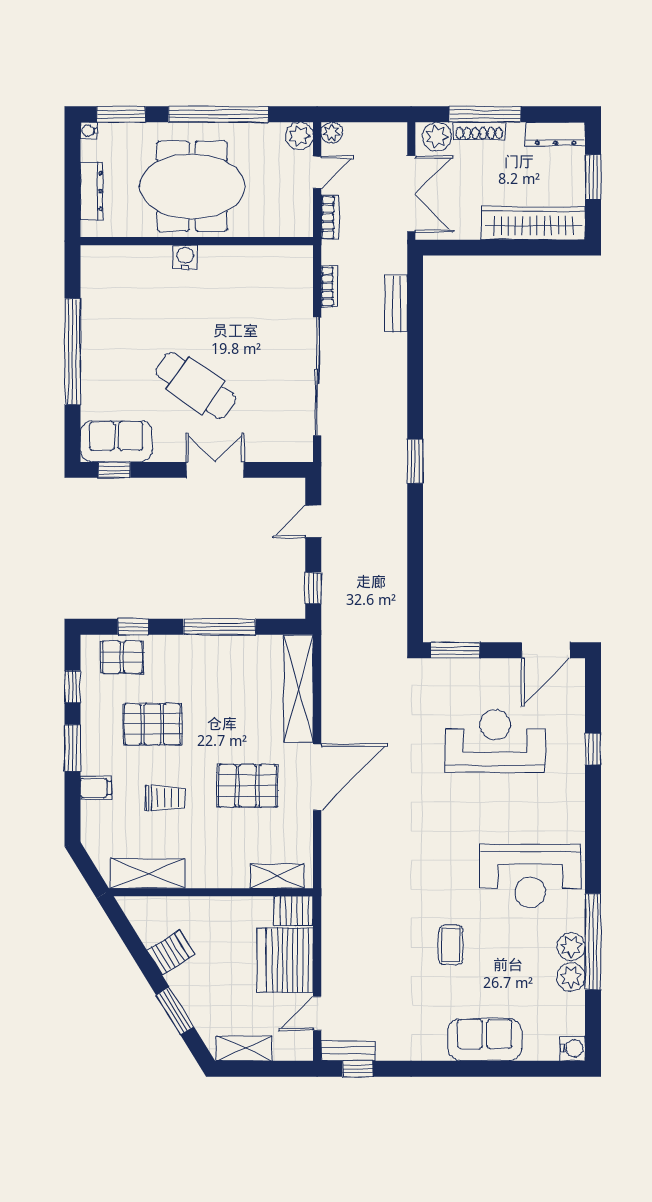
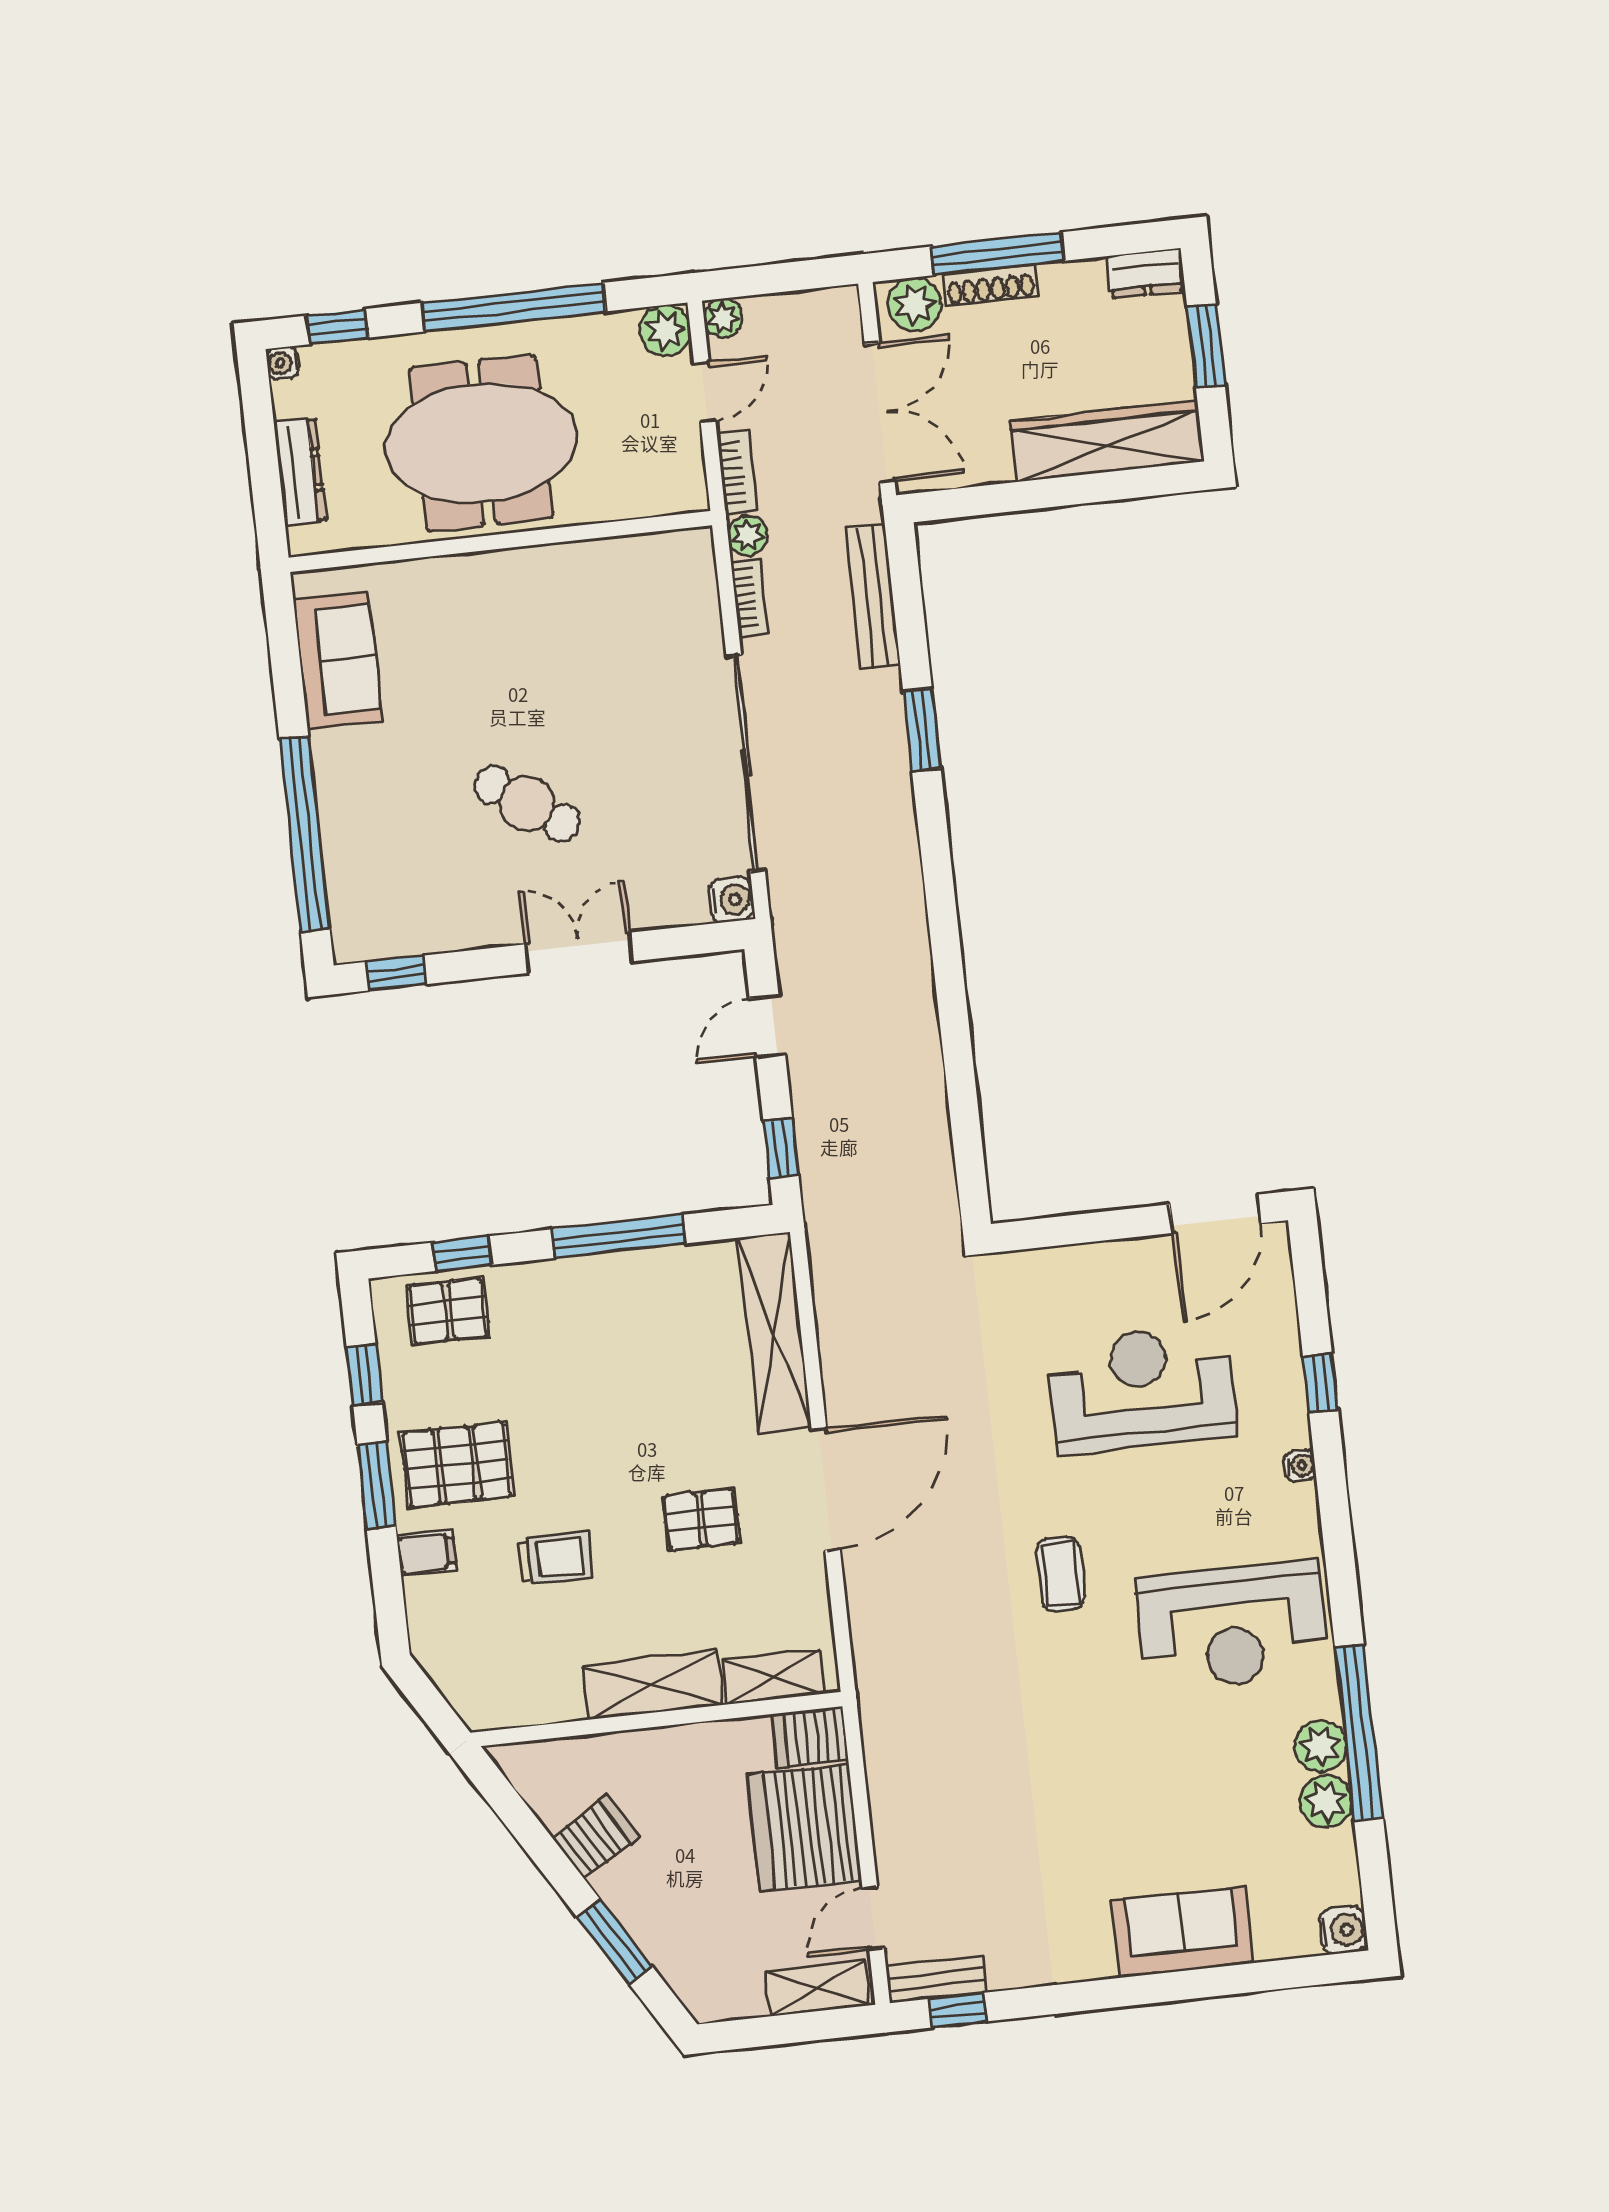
window: (121, 114) -> (338, 327), width x0.67
dresser: (555, 134) -> (1146, 273), width x0.70
plant: (332, 253) -> (748, 535), added
water cooler: (185, 257) -> (731, 900), moved, turned 90
bench: (396, 304) -> (873, 596), width x1.36
window: (73, 352) -> (305, 834), moved
cafe table: (196, 386) -> (527, 804), width x0.73, depth x0.74
sofa: (116, 441) -> (338, 660), moved, turned 90
window: (415, 461) -> (922, 730), moved
window: (455, 650) -> (1051, 1232), removed
pallet: (152, 724) -> (457, 1465), moved
pallet: (247, 786) -> (701, 1519), width x0.67, depth x0.71
water cooler: (577, 793) -> (1300, 1466), added
shelving: (148, 873) -> (653, 1685), moved
coffee table: (451, 945) -> (1061, 1574), moved
shelving: (244, 1048) -> (818, 1988), moved

